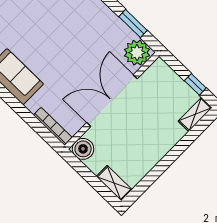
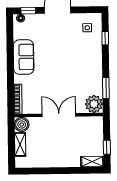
double door: (112, 101) -> (59, 115), width x0.73
shelving: (114, 183) -> (20, 144), moved

